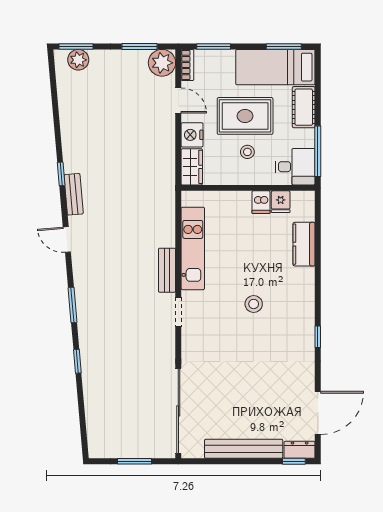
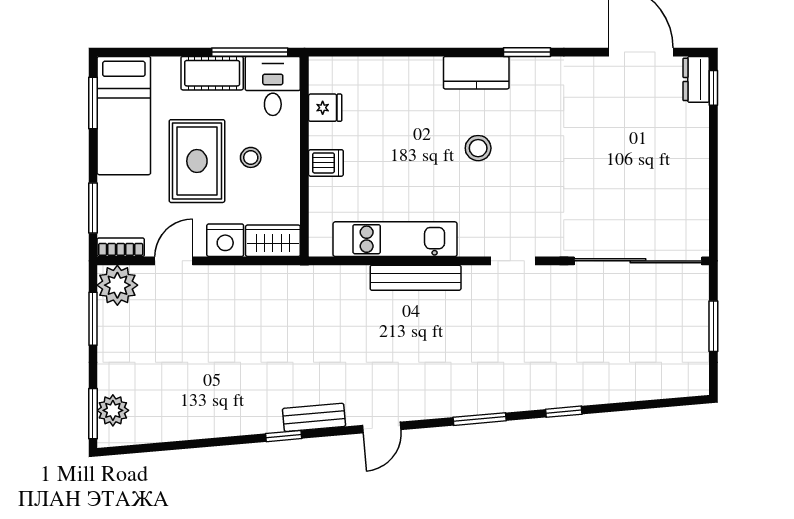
cot: (304, 107) -> (212, 73), moved
dishwasher: (261, 202) -> (326, 163), moved
kitchen counter: (304, 244) -> (476, 73), moved
bench: (167, 270) -> (416, 278), width x1.36
doorway: (178, 312) -> (513, 261), moved
window: (318, 337) -> (527, 52), width x1.50
bench: (244, 449) -> (695, 163), removed

